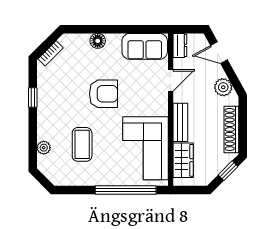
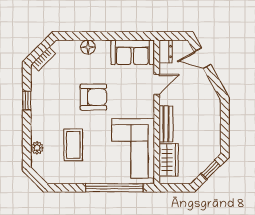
plant: (223, 87) -> (206, 91), removed
shoe rack: (231, 129) -> (214, 131), removed

